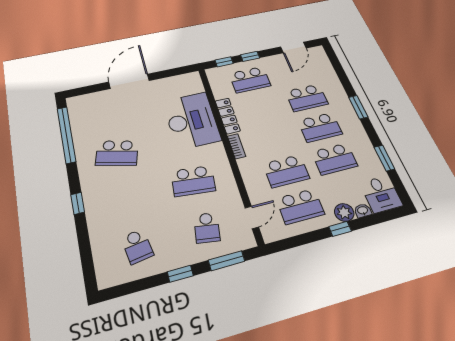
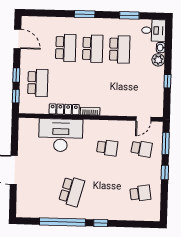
window: (66, 135) -> (62, 222), moved
school desk: (286, 171) -> (119, 85), removed
school desk: (193, 181) -> (107, 148), width x0.54
school desk: (300, 206) -> (146, 86), removed
door: (252, 217) -> (143, 119), swing flipped
window: (340, 229) -> (167, 81), moved

